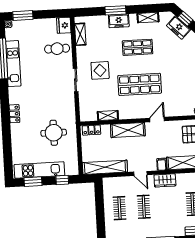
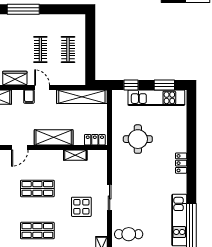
shop shelf: (140, 84) -> (37, 188), width x0.70, depth x0.74
filing cabinet: (162, 164) -> (29, 97), moved

